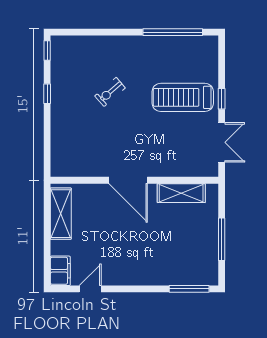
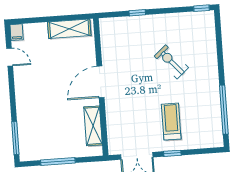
exercise bike: (110, 92) -> (171, 62), width x1.38, depth x1.39
window: (47, 94) -> (137, 13), moved
treadmill: (183, 97) -> (171, 122), width x0.73, depth x0.73
filing cabinet: (60, 271) -> (17, 32), width x0.50

